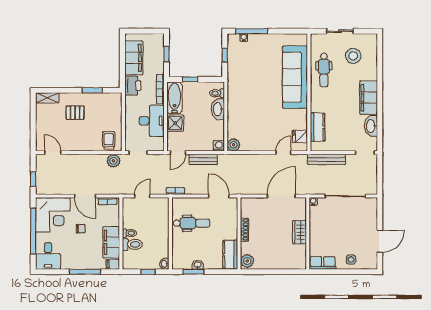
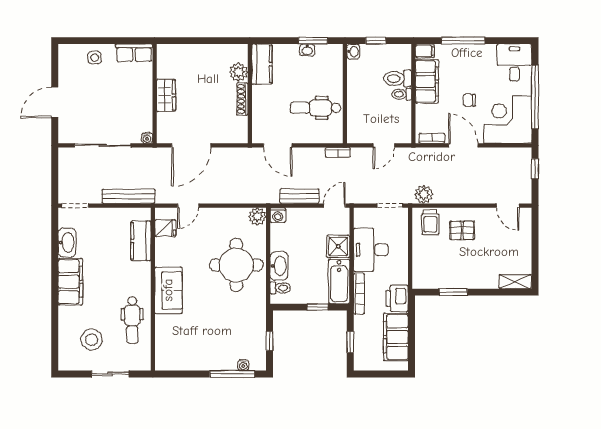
dental chair: (324, 70) -> (132, 320), turned 180
sofa: (295, 77) -> (168, 290), width x0.54, depth x0.79
round table: (249, 110) -> (236, 265), added
pallet: (75, 113) -> (462, 230), moved
door: (380, 241) -> (55, 103), moved
plant: (247, 261) -> (238, 72), moved

